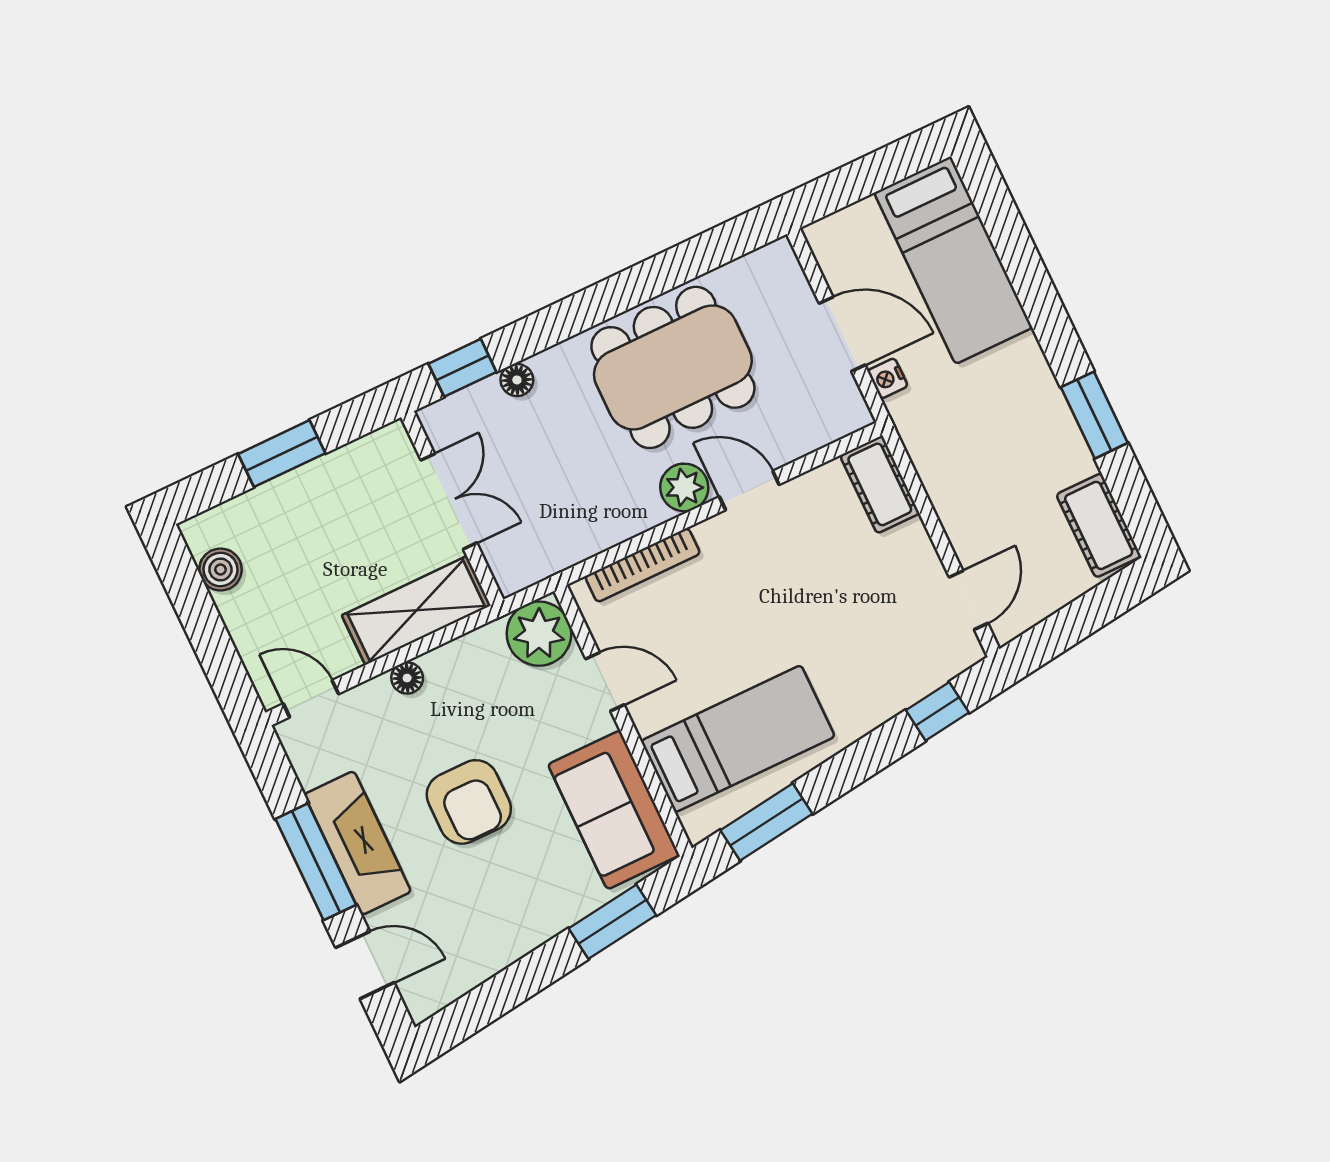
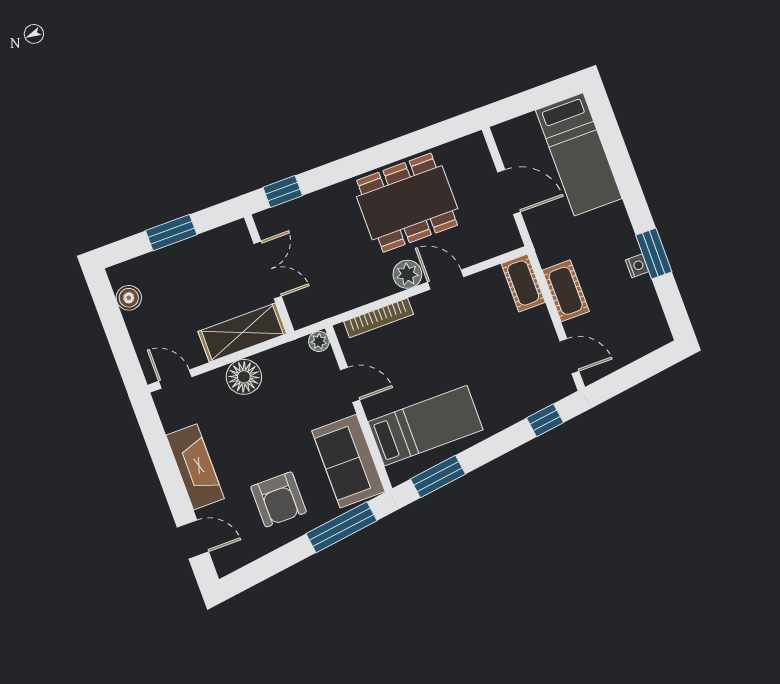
nightstand: (888, 378) -> (637, 266), moved, turned 180
floor lamp: (517, 380) -> (314, 202), removed
cot: (1099, 525) -> (566, 291), moved
door: (969, 600) -> (569, 356), hinge flipped
plant: (539, 634) -> (319, 341), width x0.53, depth x0.53
floor lamp: (407, 678) -> (244, 377), width x1.89, depth x1.89
armchair: (469, 802) -> (279, 499), moved
window: (316, 862) -> (169, 476), removed
window: (612, 922) -> (342, 527), width x1.44

